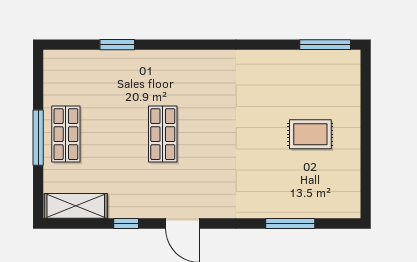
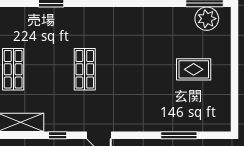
plant: (328, 66) -> (207, 19), added

